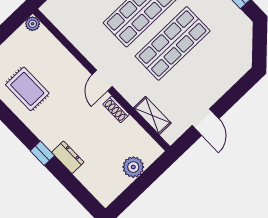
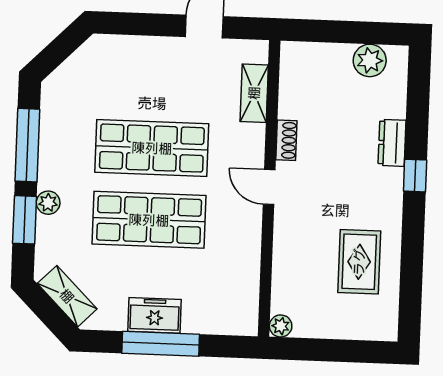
door: (102, 81) -> (269, 187), swing flipped
plant: (133, 167) -> (370, 60), moved

